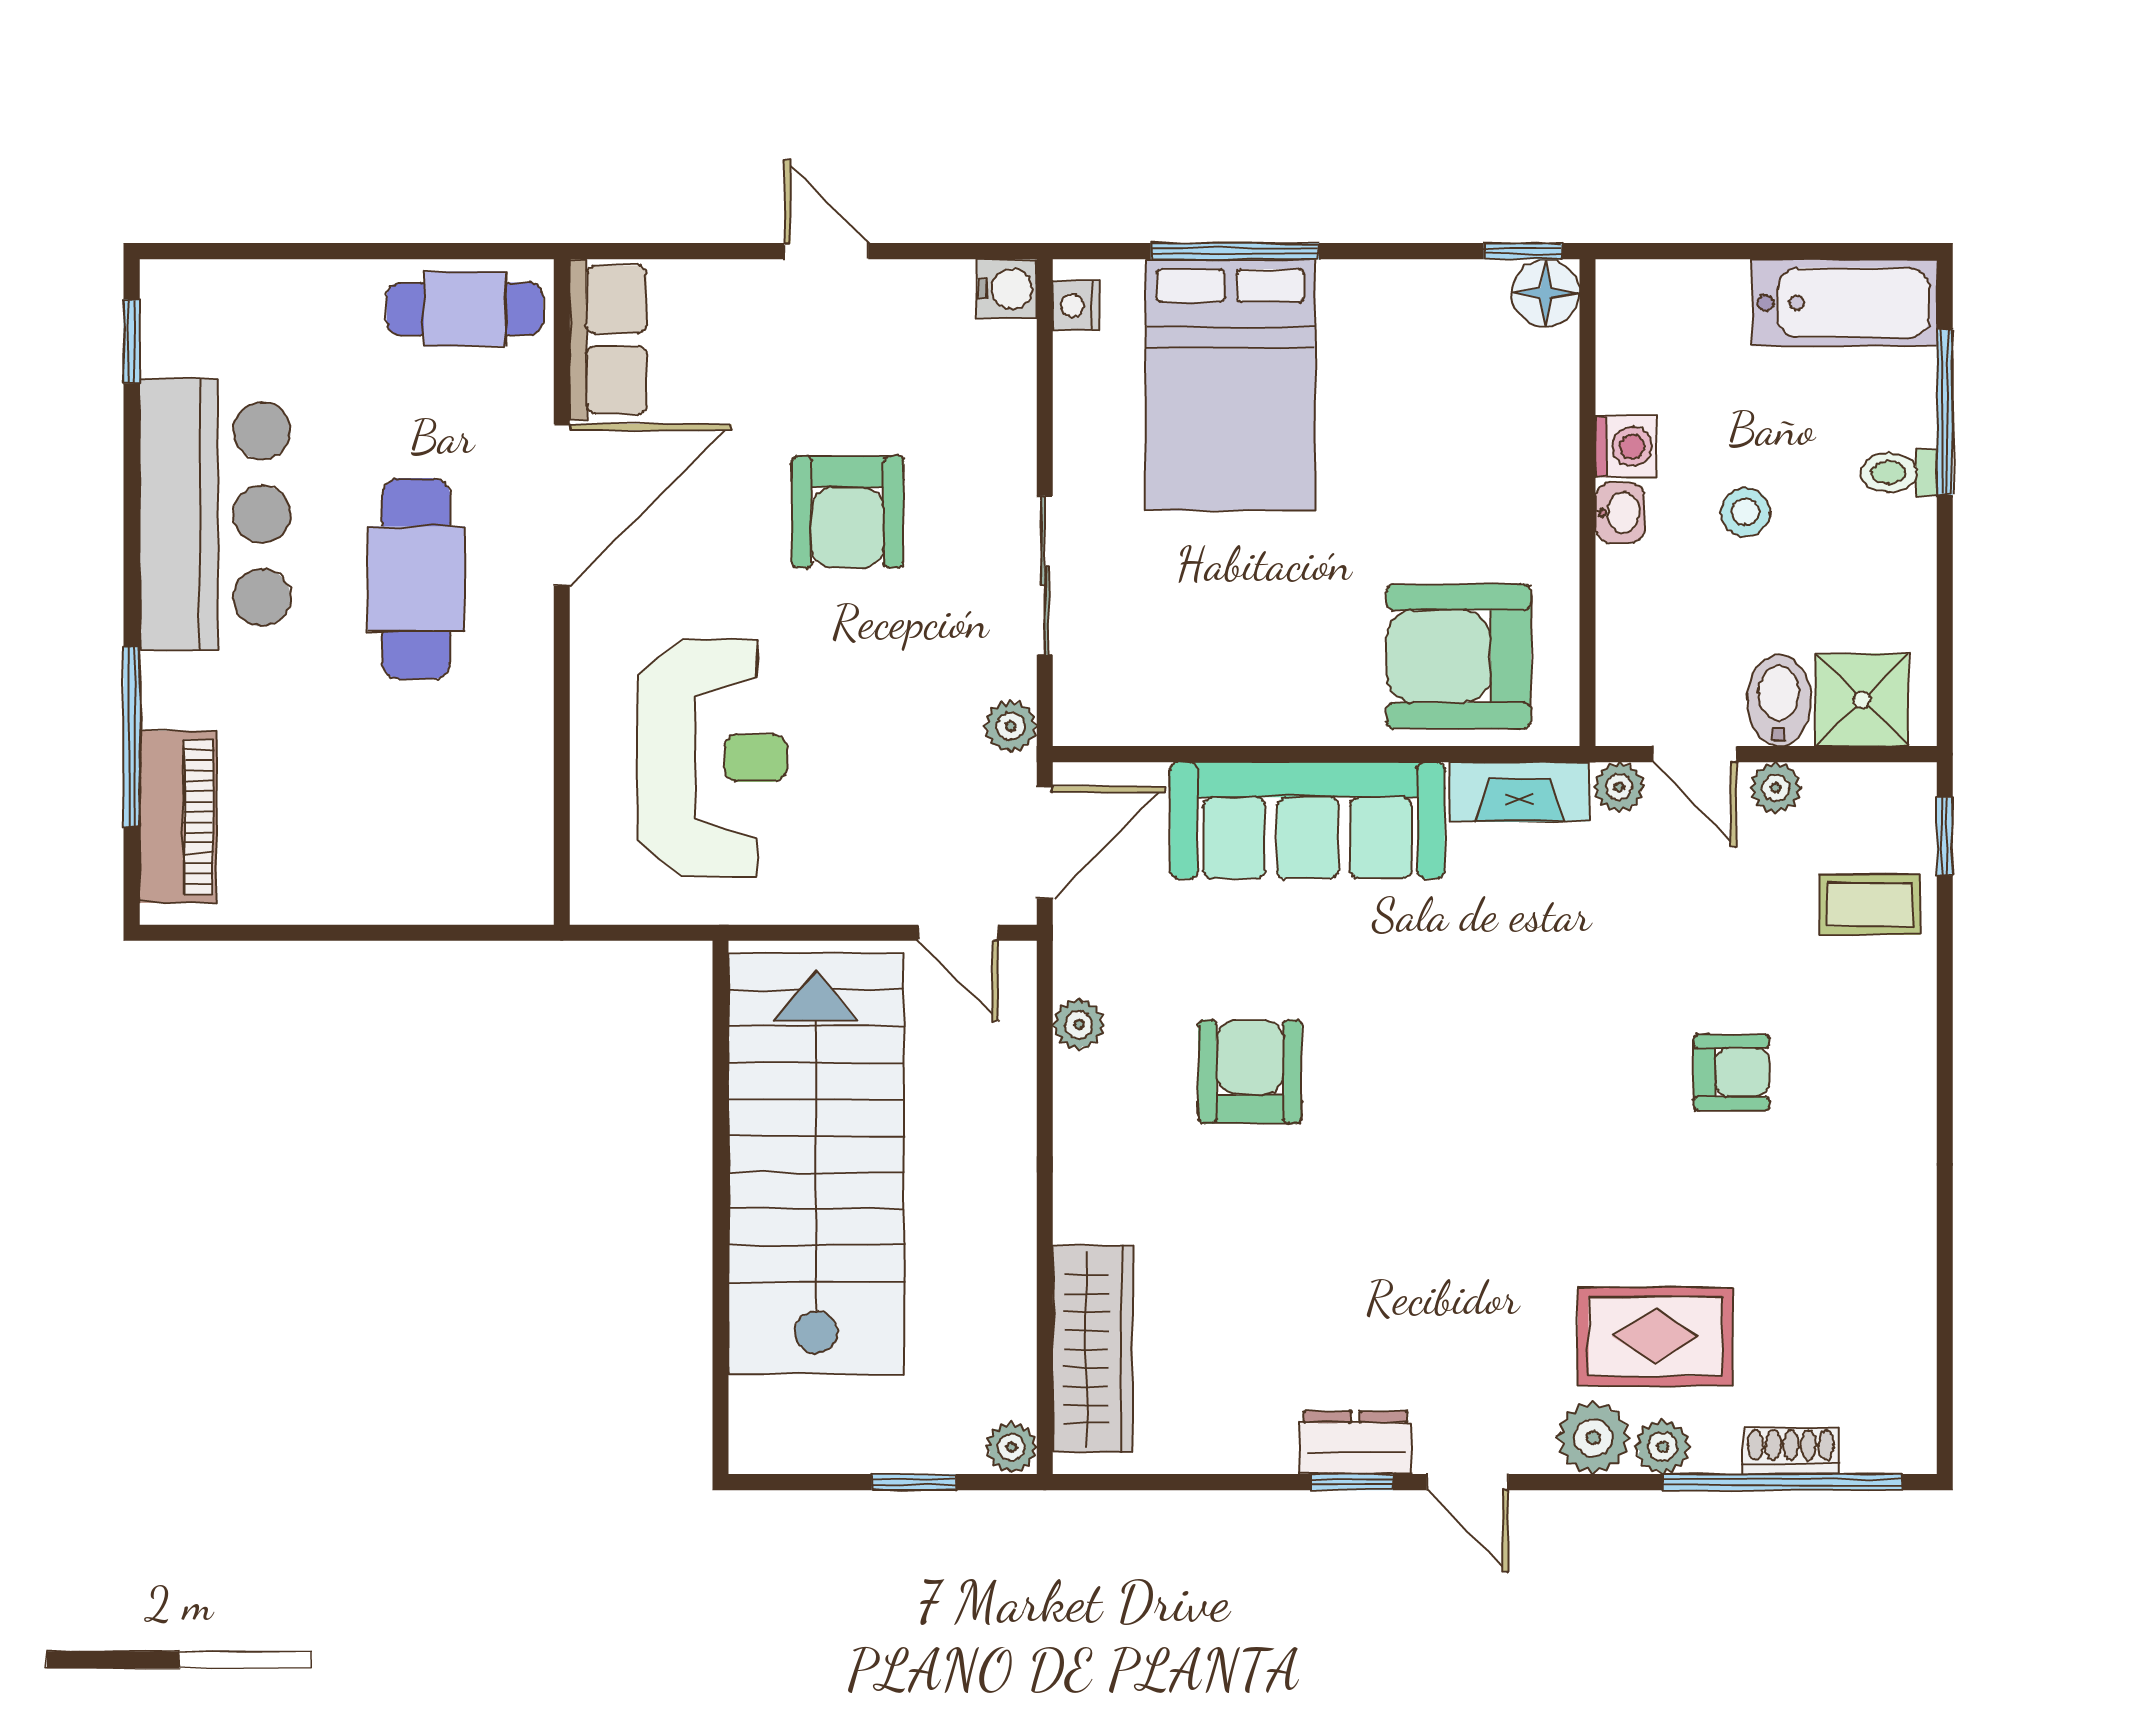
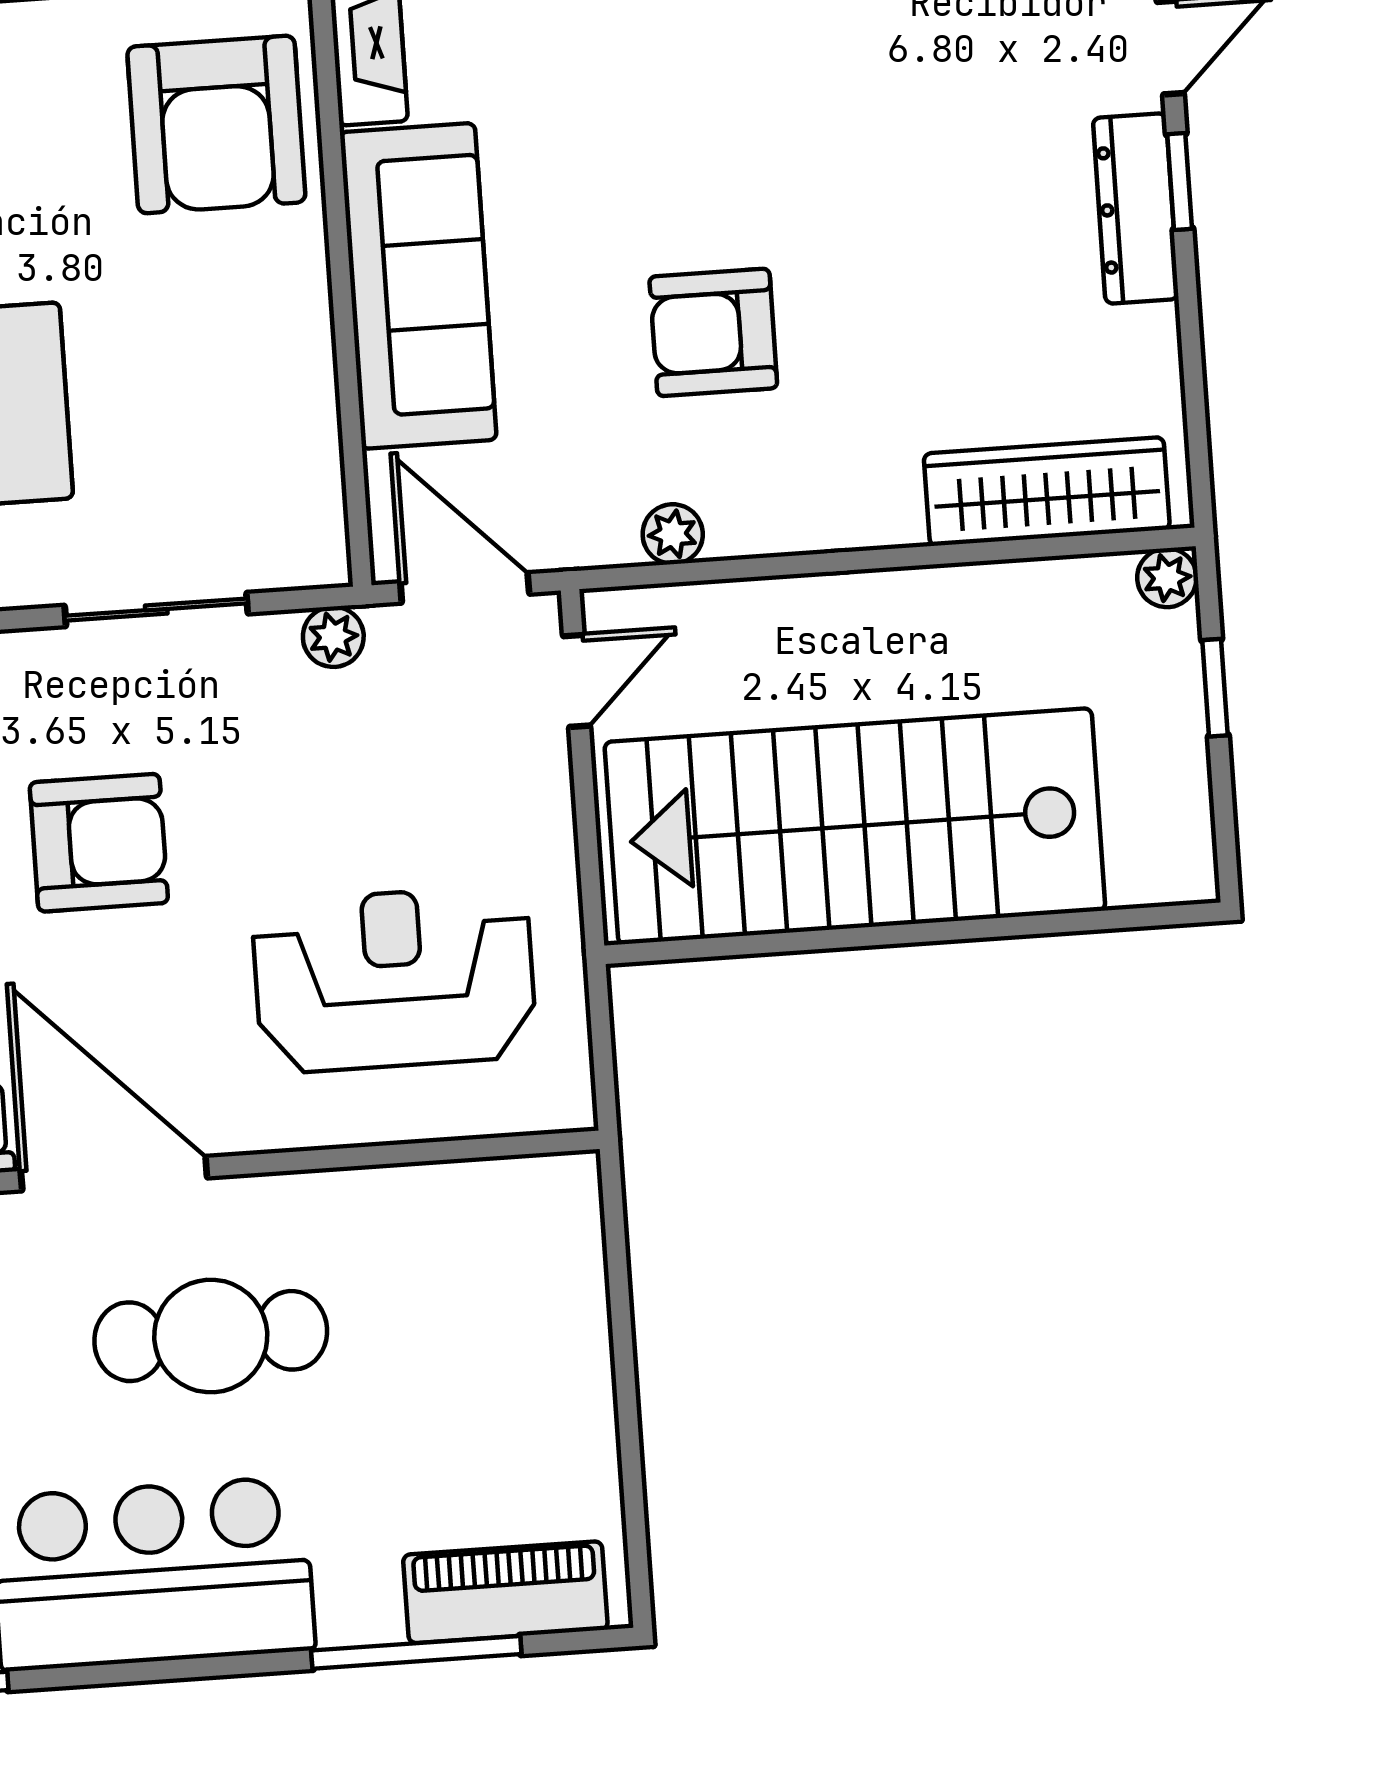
dresser: (1356, 1443) -> (1136, 208), width x1.44

